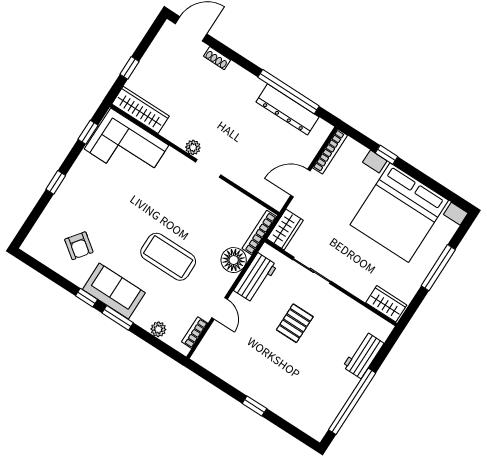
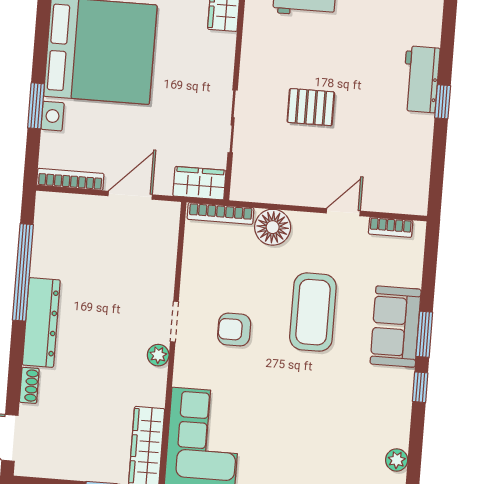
dresser: (288, 109) -> (41, 322), moved
window: (387, 155) -> (36, 106), width x1.50
door: (300, 183) -> (130, 195), swing flipped
armchair: (79, 246) -> (234, 330), moved, turned -127
workbench: (255, 278) -> (421, 79), moved, turned -90
sofa: (114, 291) -> (396, 327), moved
plant: (158, 329) -> (397, 460), moved

